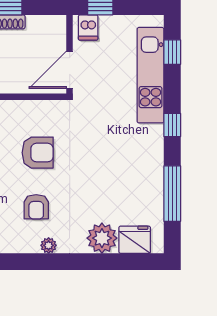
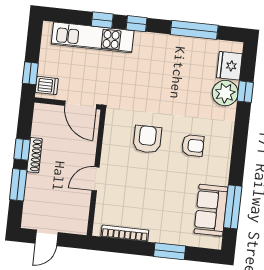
window: (172, 52) -> (102, 20), moved
plant: (49, 245) -> (226, 139), removed
window: (106, 262) -> (245, 92), added

